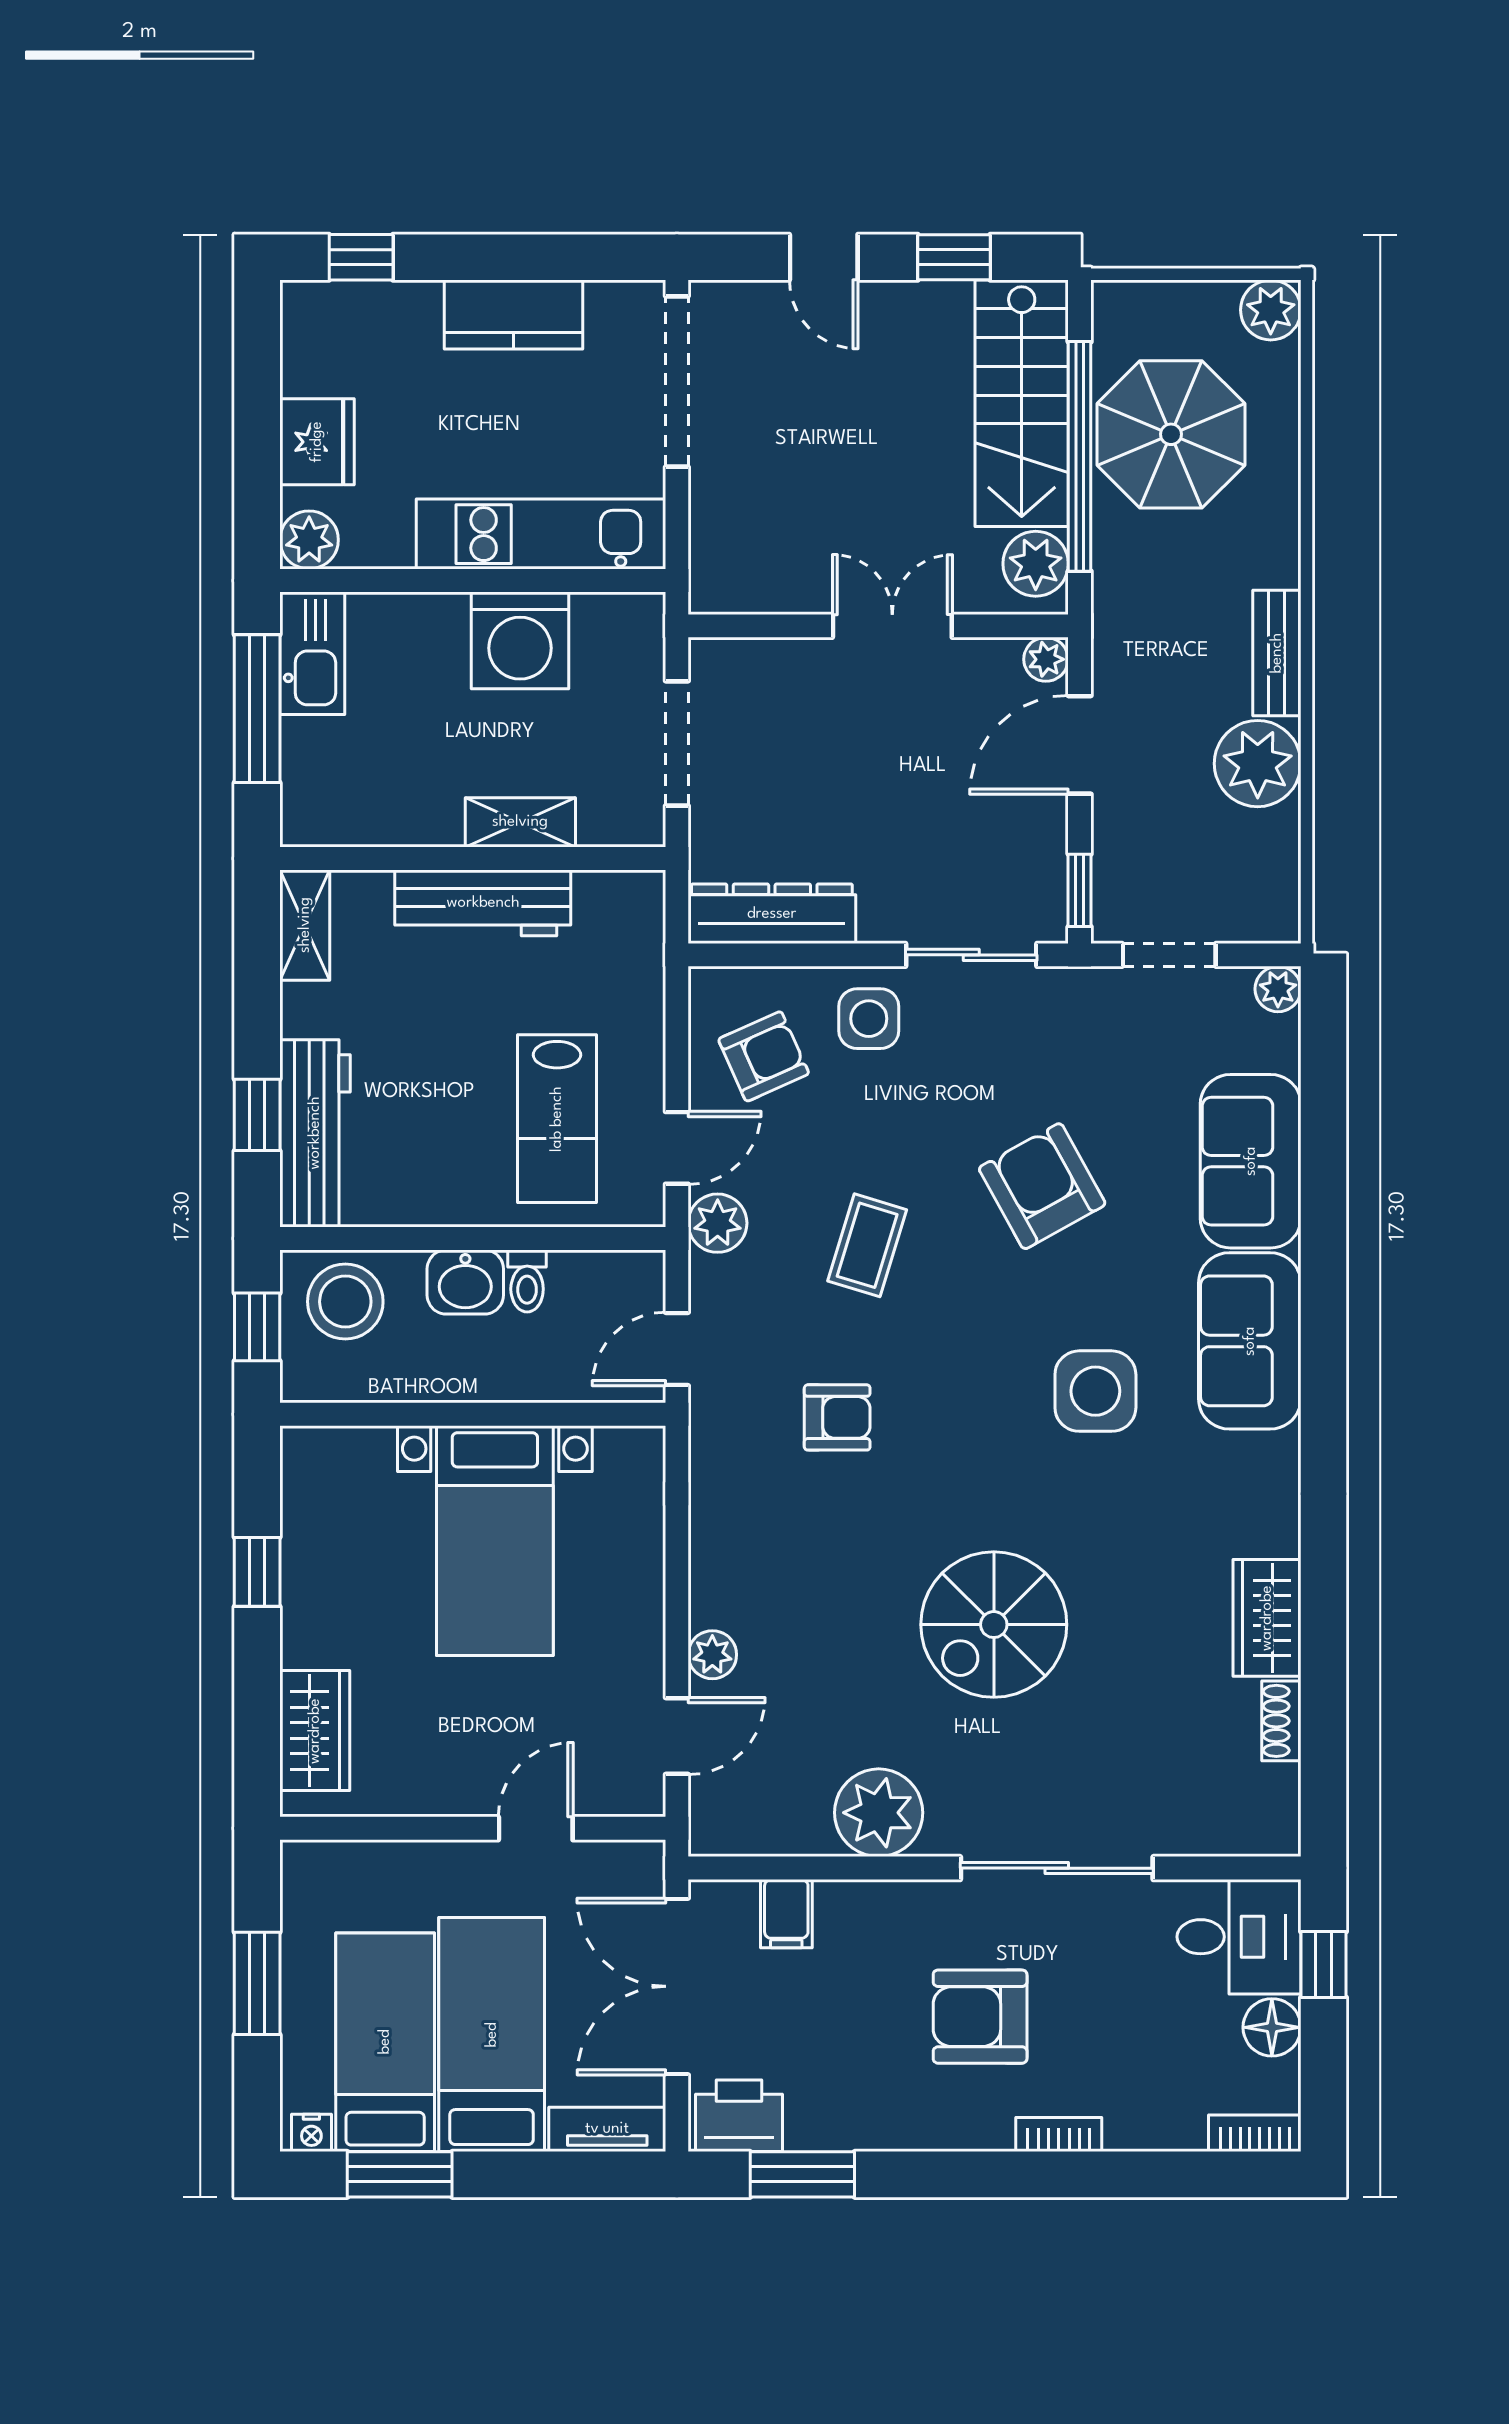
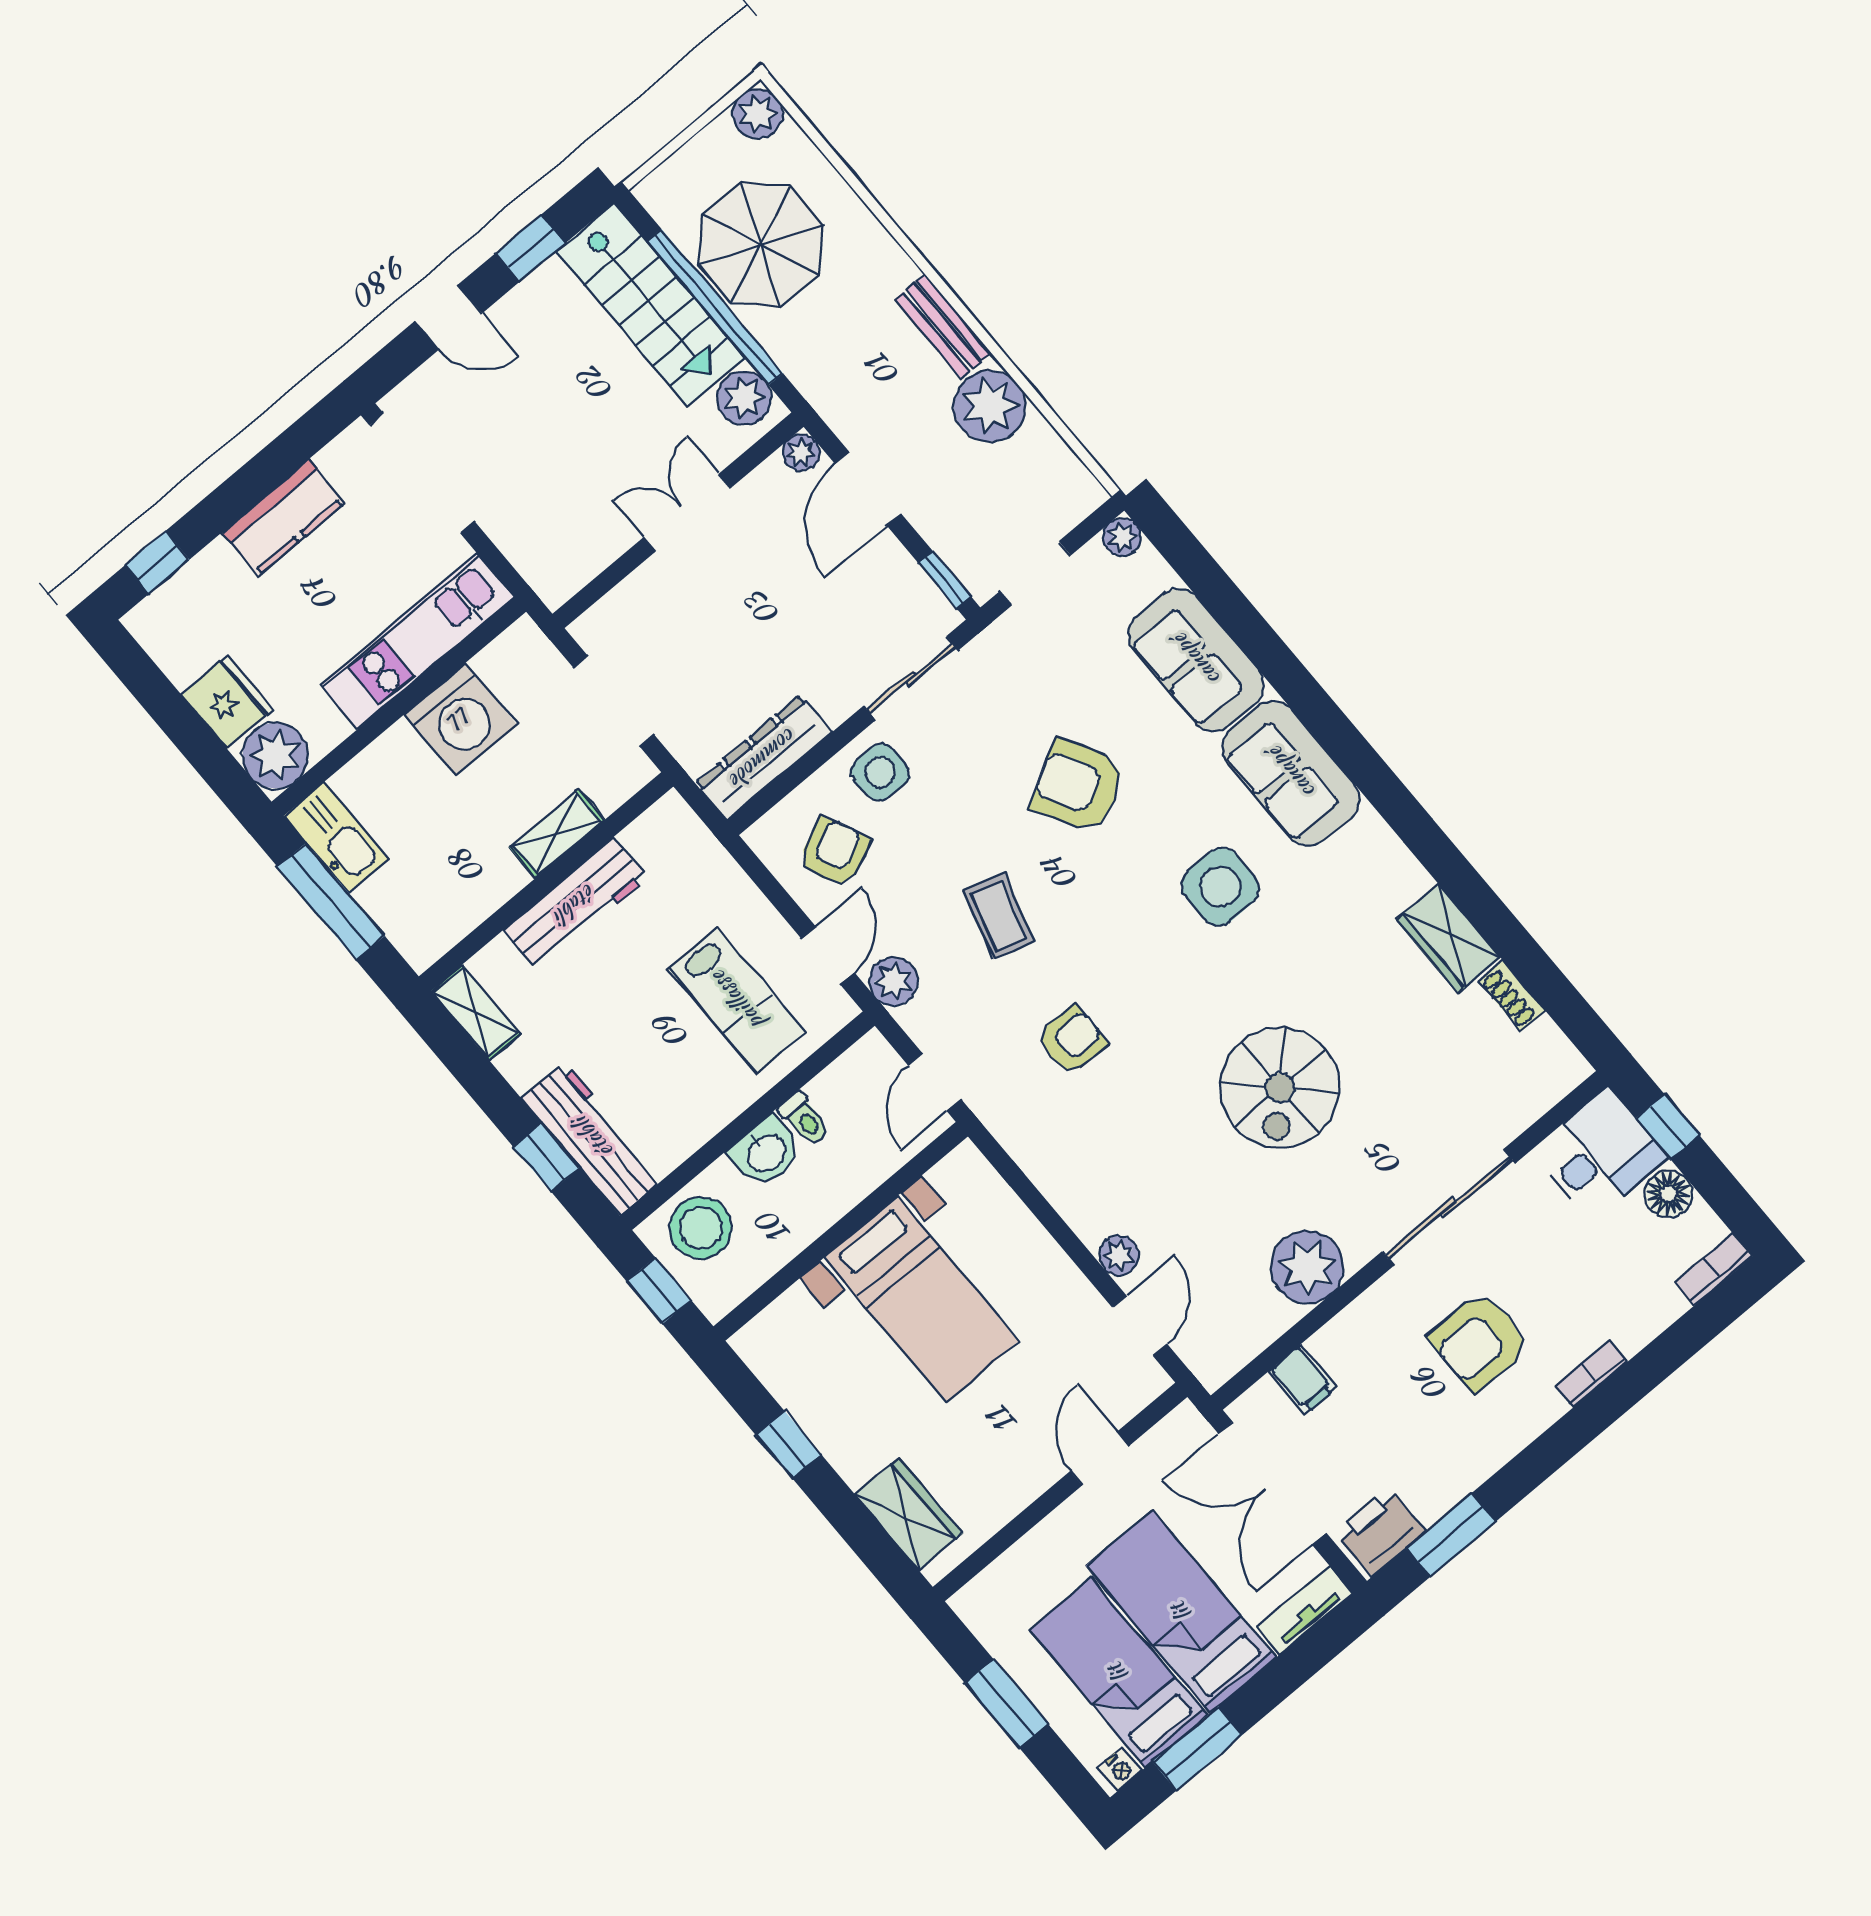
plant: (309, 540) -> (275, 756), width x1.36, depth x1.36

